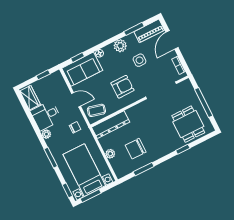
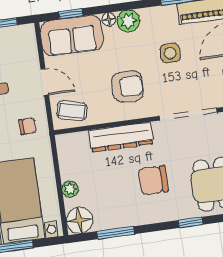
plant: (120, 46) -> (128, 21), moved
dresser: (111, 125) -> (121, 137), moved
chair: (136, 149) -> (153, 180), moved
floor lamp: (121, 169) -> (80, 220), added

